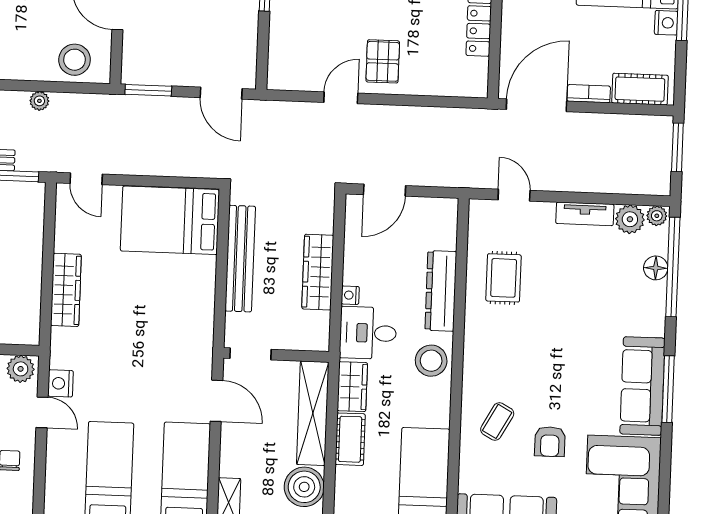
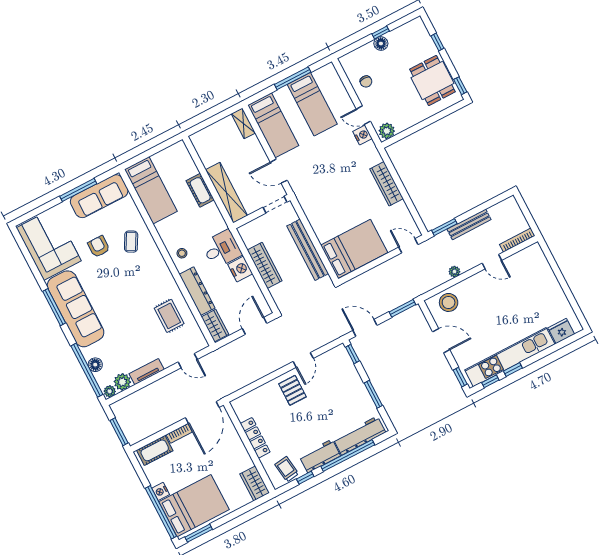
window: (262, 65) -> (352, 354), added
nightstand: (350, 295) -> (240, 269), width x1.89, depth x1.79
stool: (431, 361) -> (182, 253), width x0.53, depth x0.53
sofa: (642, 386) -> (76, 309), width x1.36, depth x1.27
wardrobe: (352, 387) -> (215, 326), moved, turned 180
boiler: (304, 487) -> (210, 153), removed

